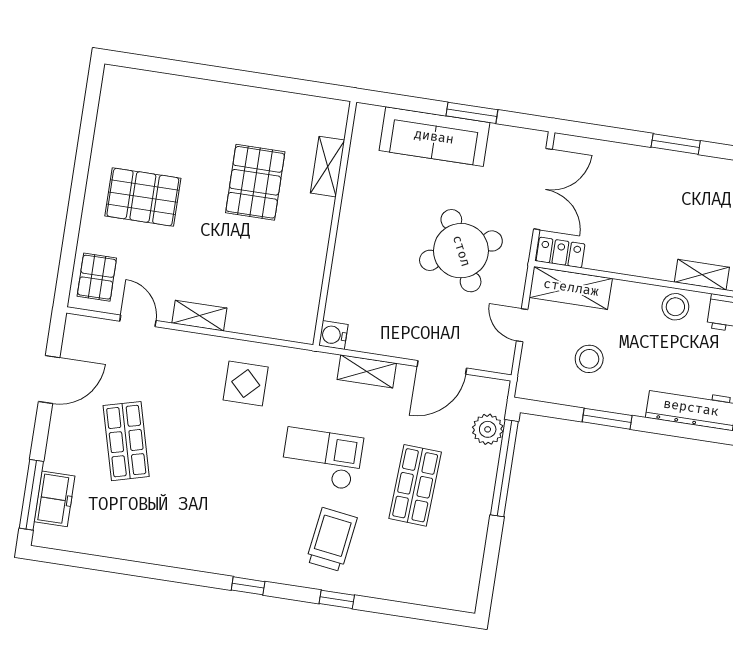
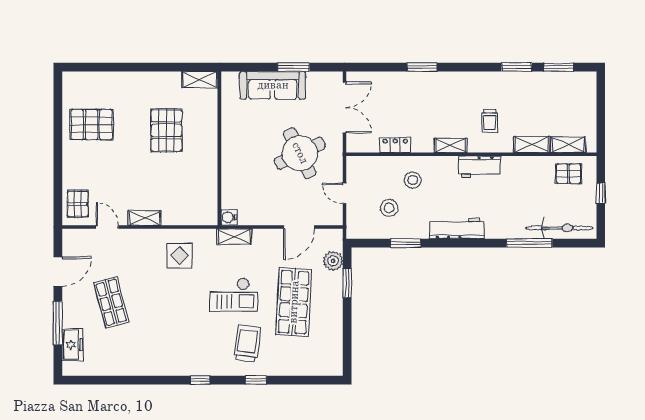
shelving: (328, 167) -> (200, 80), moved, turned 90
pallet: (143, 197) -> (91, 125), moved
locker: (560, 252) -> (395, 145), moved
shelving: (571, 288) -> (371, 166), removed
stool: (675, 307) -> (413, 180), moved
shelving: (367, 371) -> (234, 237), moved
checkout: (322, 459) -> (234, 295), turned 180
window: (504, 468) -> (347, 283), width x0.47
shop shelf: (415, 485) -> (294, 302), width x1.43, depth x1.36
window: (31, 495) -> (58, 323), moved

